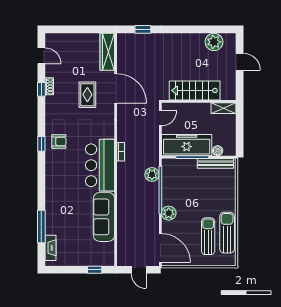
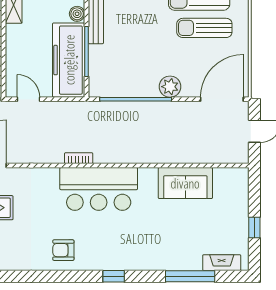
armchair: (59, 141) -> (63, 250), turned -90
window: (41, 144) -> (114, 276), moved
plant: (152, 174) -> (113, 112), removed
sofa: (104, 217) -> (185, 183), width x0.73
window: (95, 270) -> (254, 227), moved

